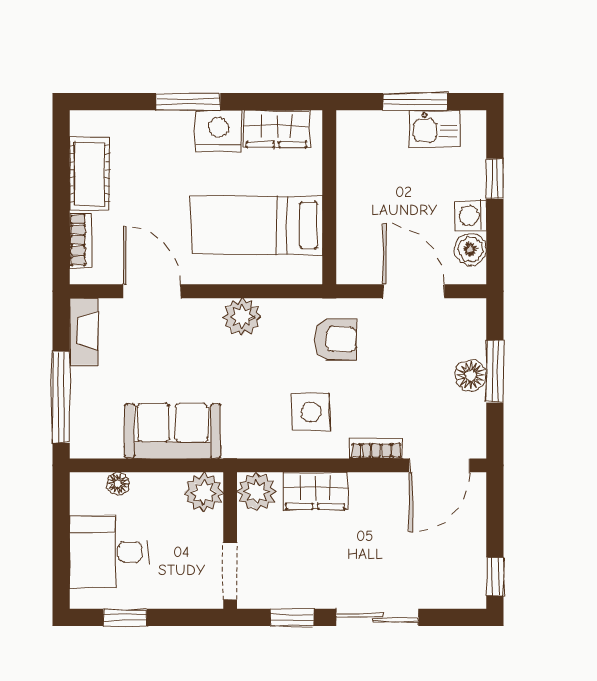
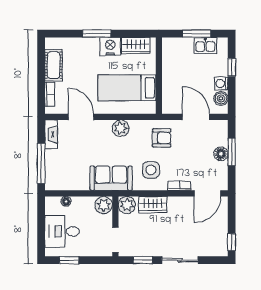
sofa: (172, 431) -> (111, 178), moved

